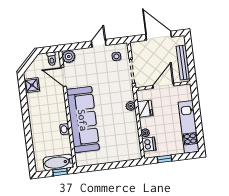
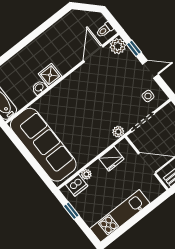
window: (77, 46) -> (134, 48), added
shower: (32, 85) -> (50, 75), moved
plant: (131, 106) -> (118, 132), moved
sofa: (83, 120) -> (43, 145), moved, turned -90

